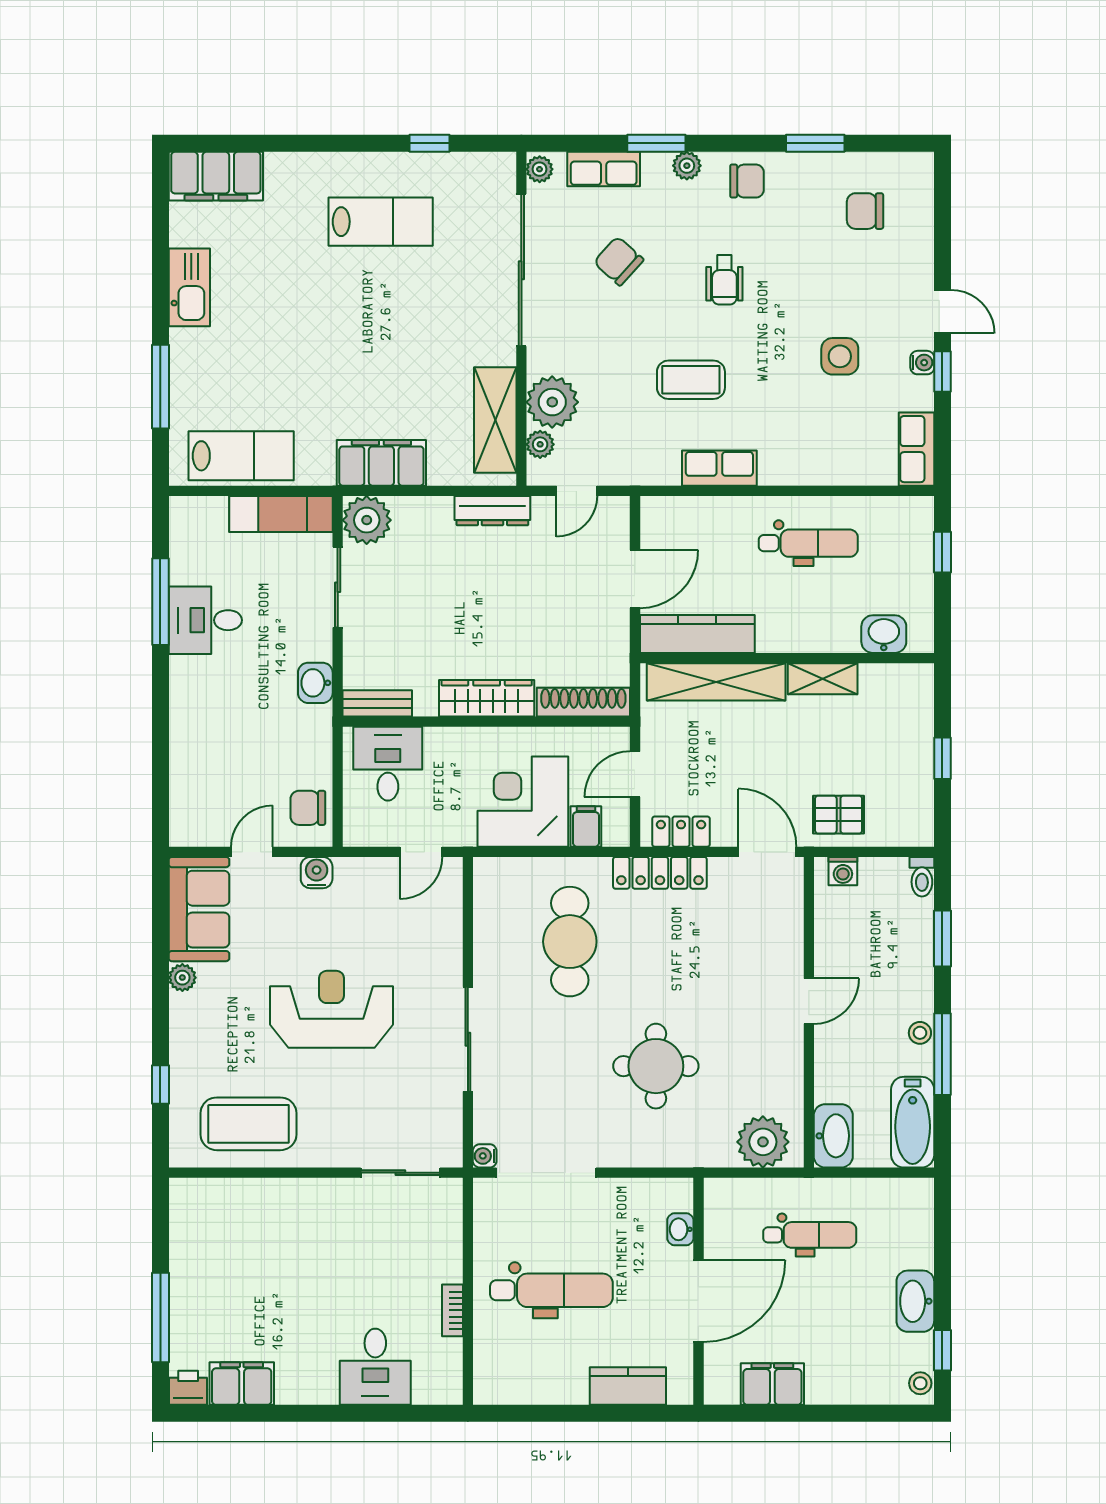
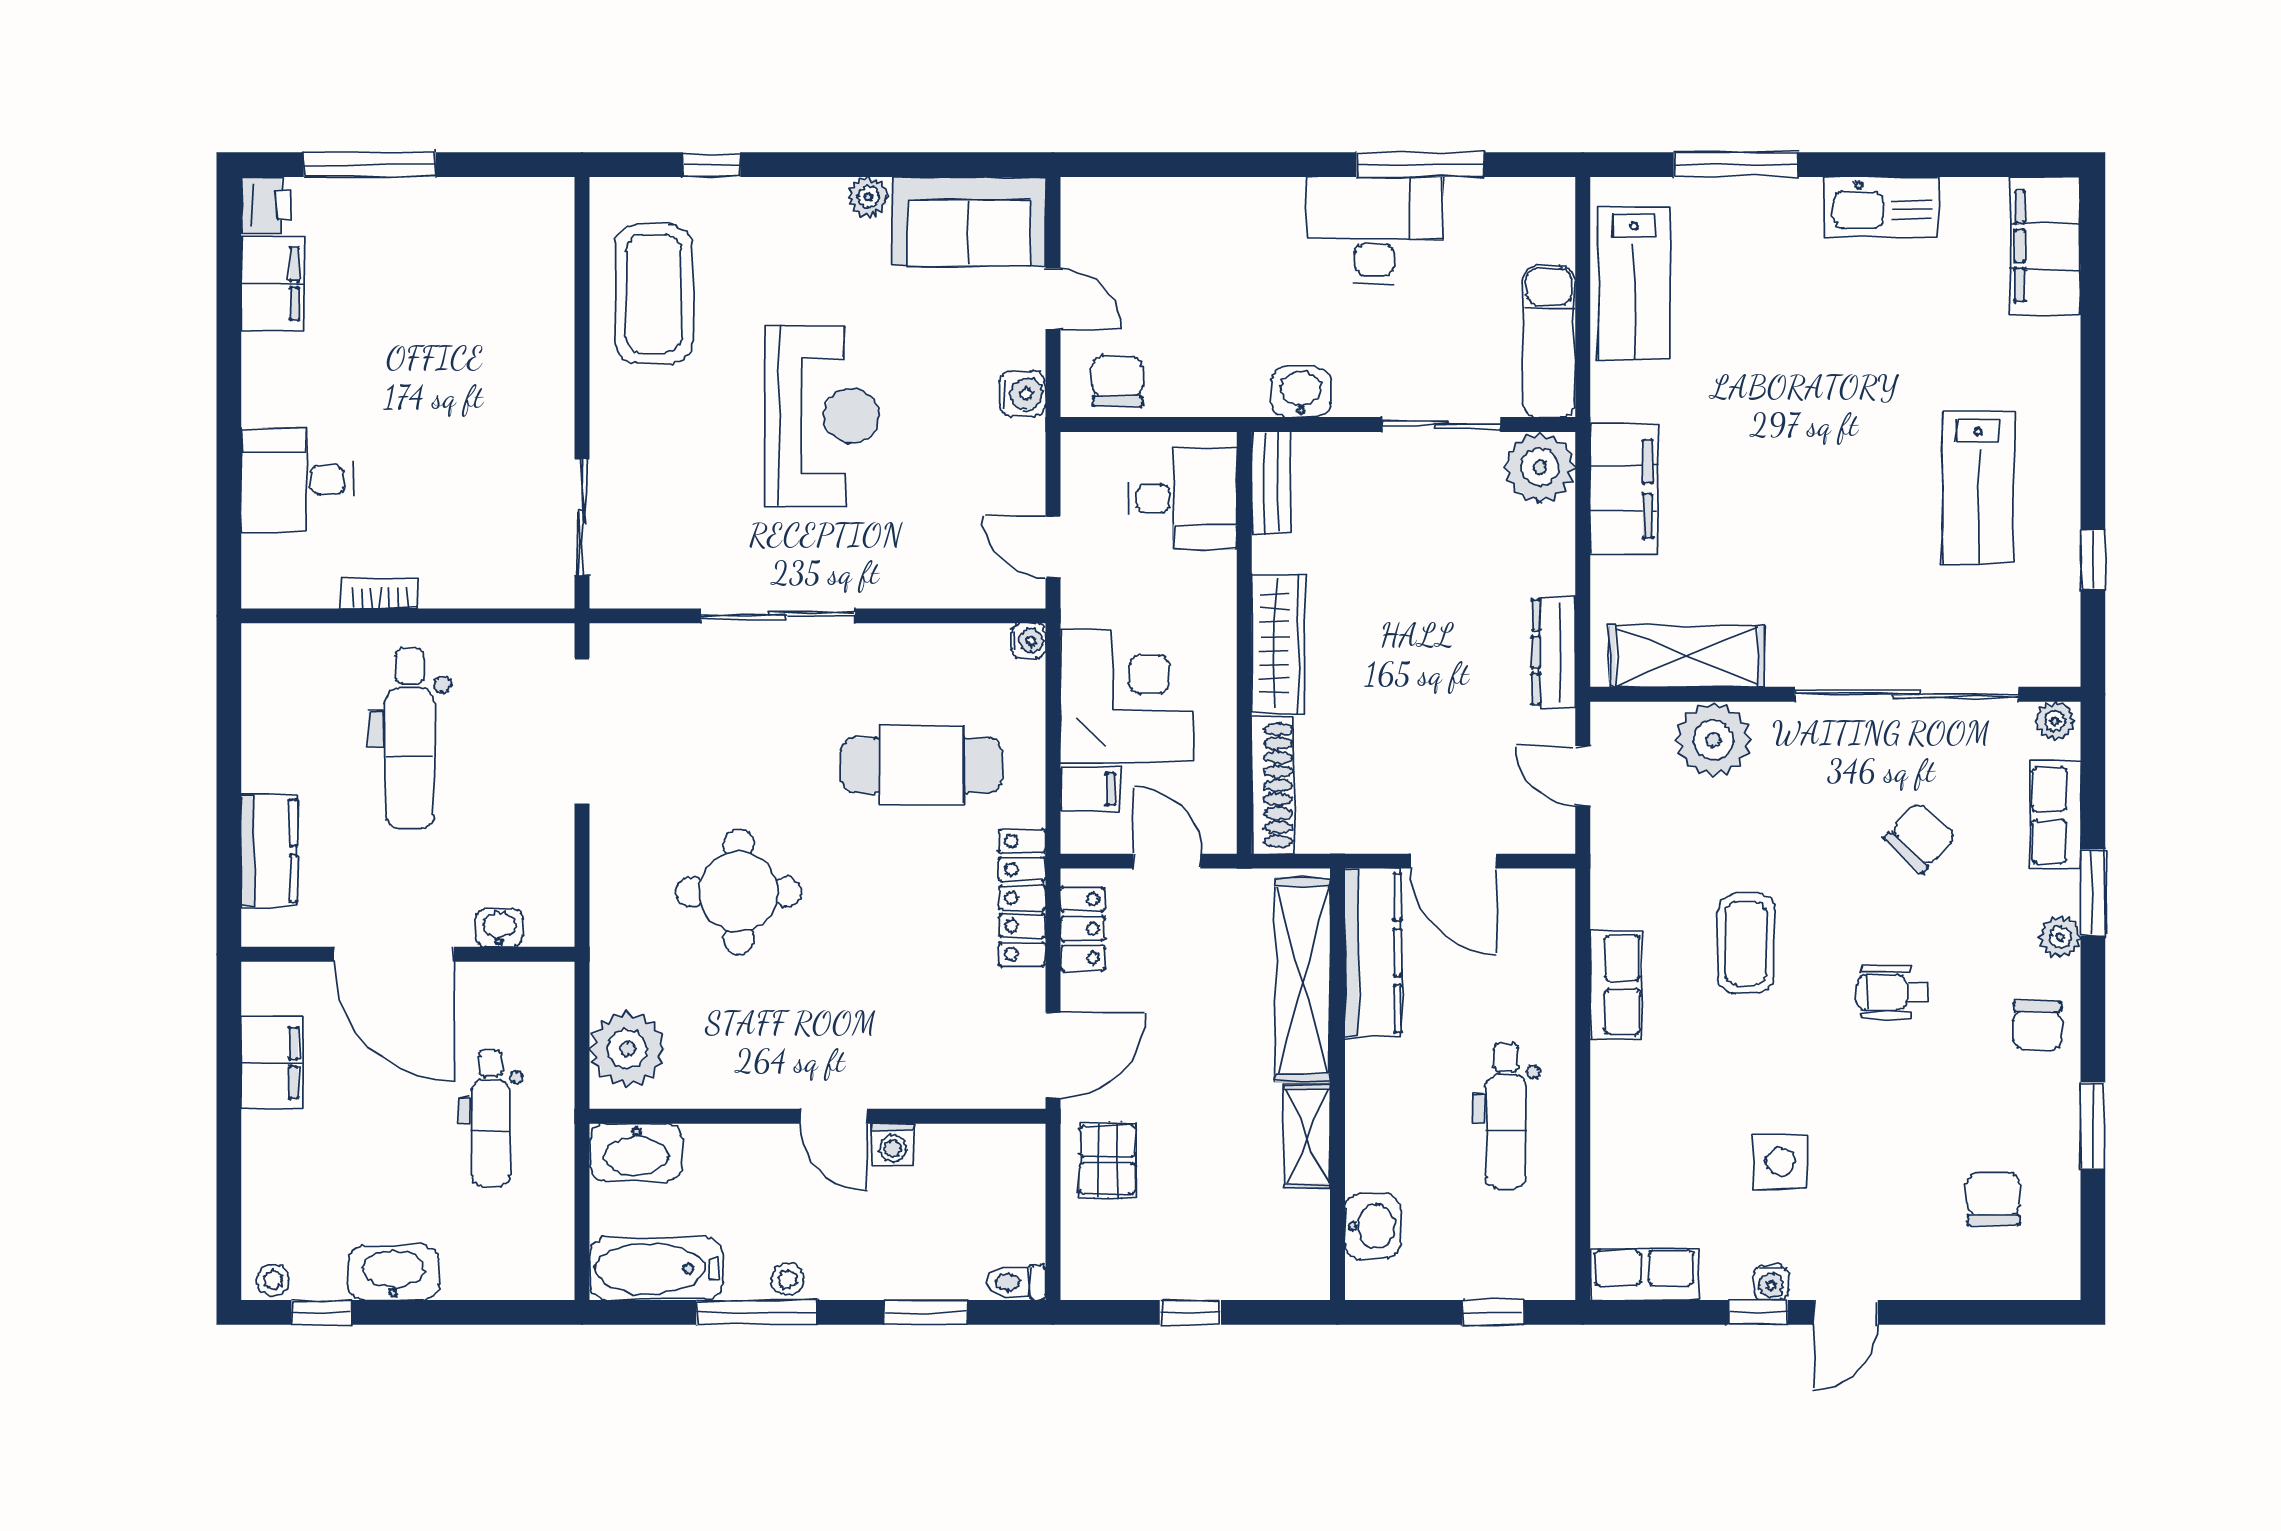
plant: (540, 444) -> (1651, 722), removed
desk: (205, 620) -> (1374, 230), width x1.37
washing machine: (843, 871) -> (893, 1144), moved, turned -90
water cooler: (485, 1156) -> (1028, 640), moved, turned 90

